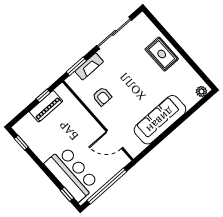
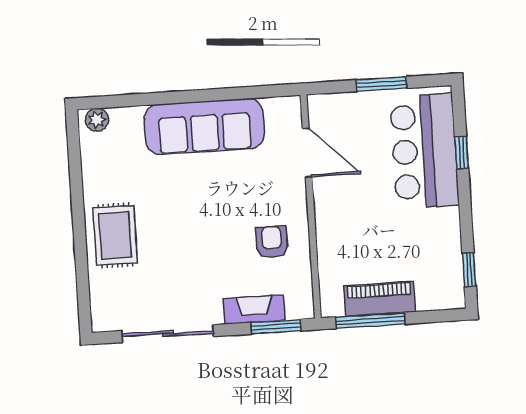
window: (43, 96) -> (370, 321), width x2.17
window: (107, 186) -> (381, 84), width x0.47
window: (67, 194) -> (462, 153), moved

